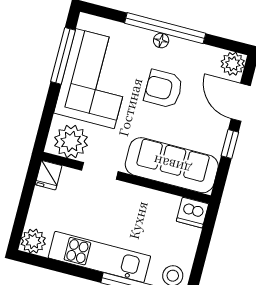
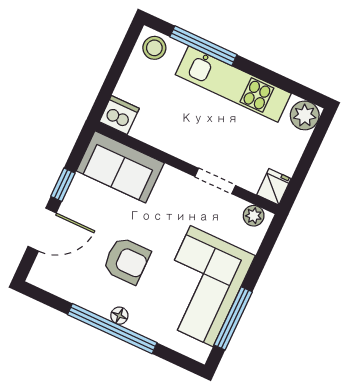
plant: (233, 64) -> (43, 275), removed
door: (241, 102) -> (42, 230), hinge flipped
plant: (71, 141) -> (254, 216), width x0.53, depth x0.53
sofa: (172, 165) -> (120, 167), width x0.73

